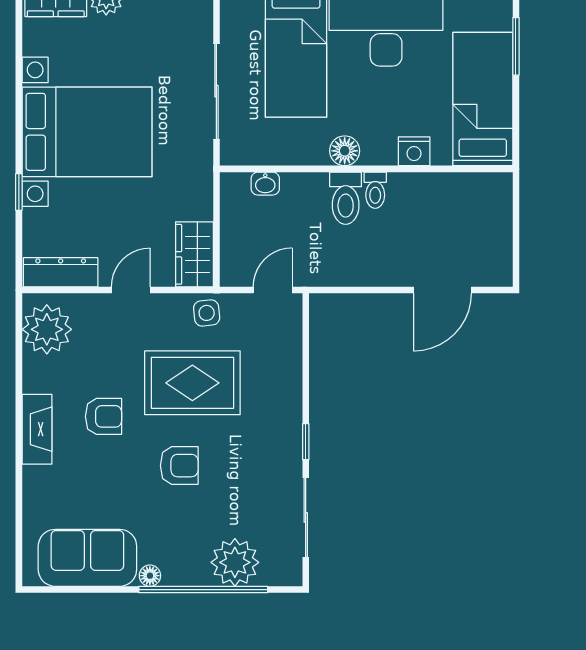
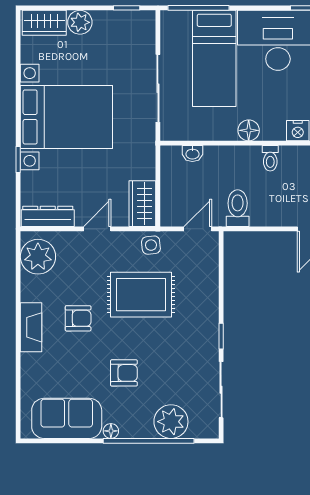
toilet: (346, 198) -> (238, 208), moved, turned 180
armchair: (179, 466) -> (124, 373), moved

